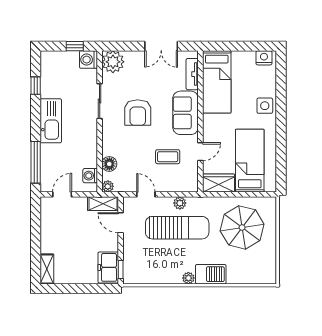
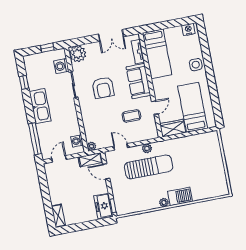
washing machine: (88, 60) -> (61, 66), moved
floor lamp: (109, 164) -> (89, 130), removed
parasol: (242, 227) -> (196, 158), removed

